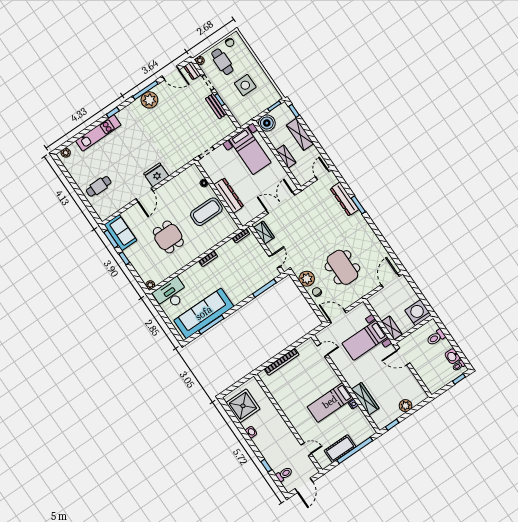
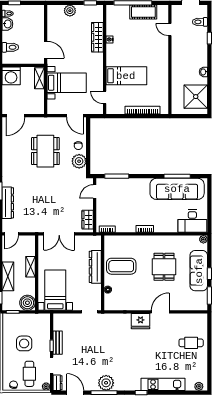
sofa: (120, 233) -> (199, 271), moved, width x1.36
bed: (330, 402) -> (126, 76), moved

